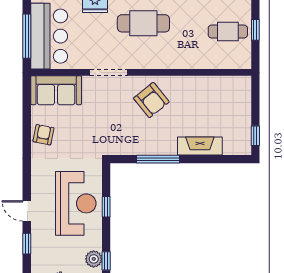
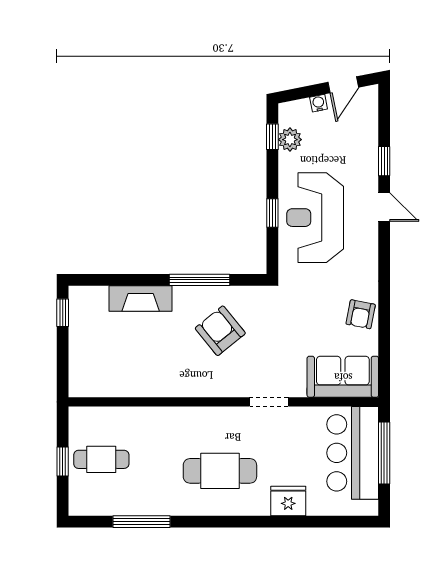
doorway: (109, 72) -> (269, 402), width x0.73
armchair: (151, 100) -> (220, 331), moved

